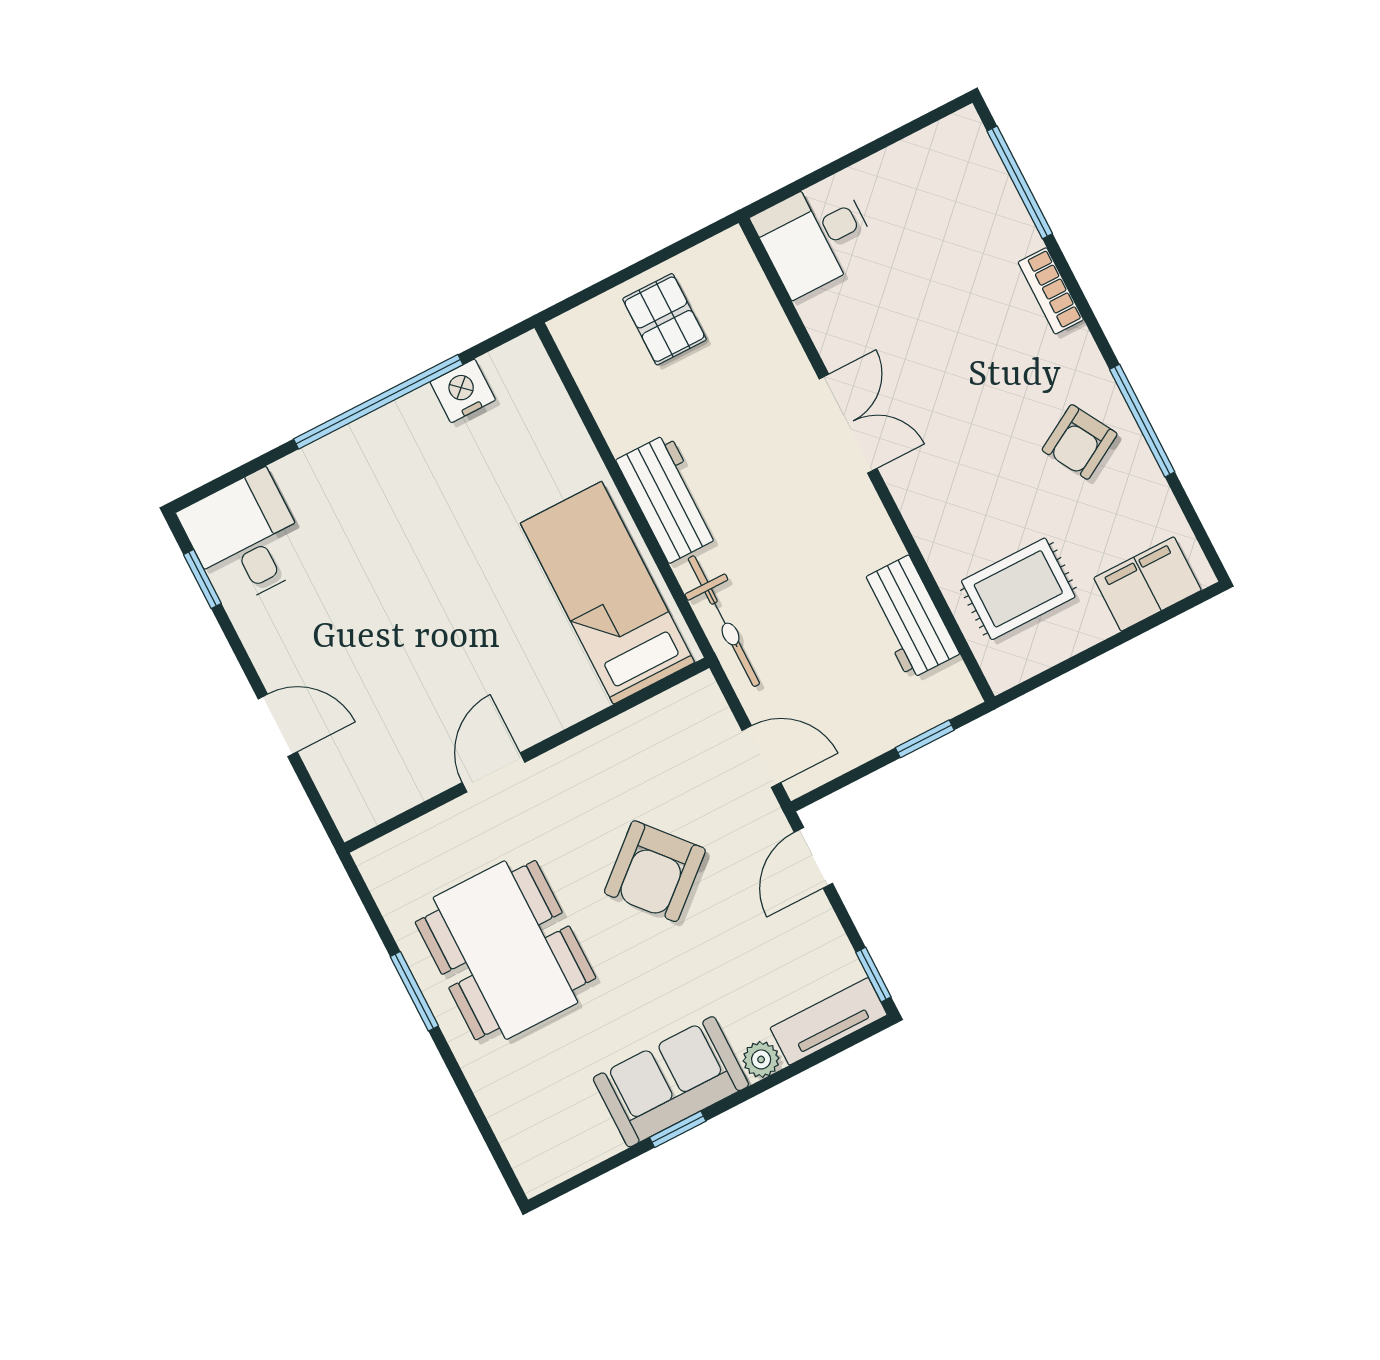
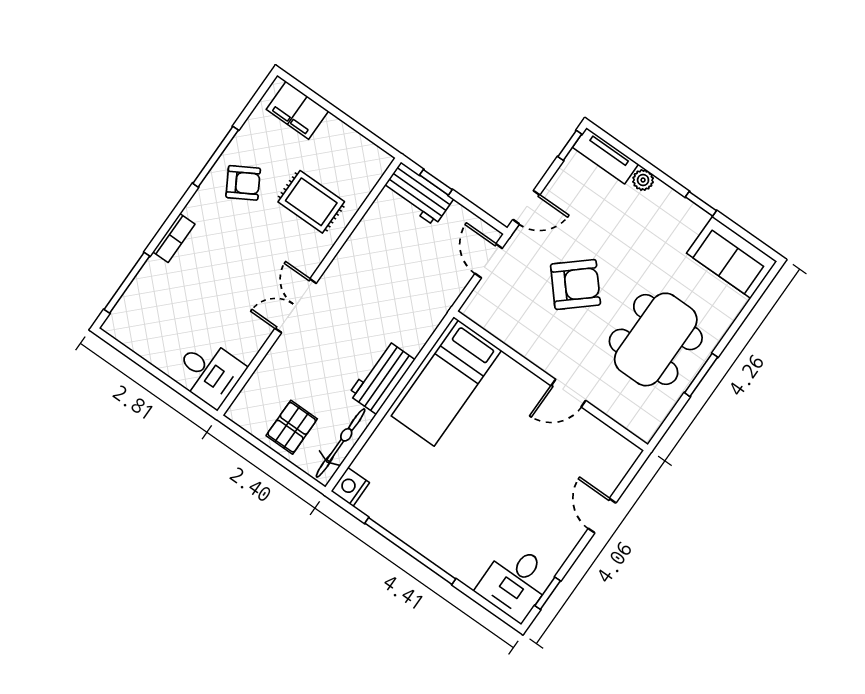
nightstand: (463, 391) -> (350, 487), moved, turned 90
rug: (1018, 589) -> (311, 202), moved
workbench: (909, 617) -> (418, 194), moved, turned 90
bicycle: (724, 621) -> (341, 443), moved
sofa: (671, 1082) -> (732, 257), moved

